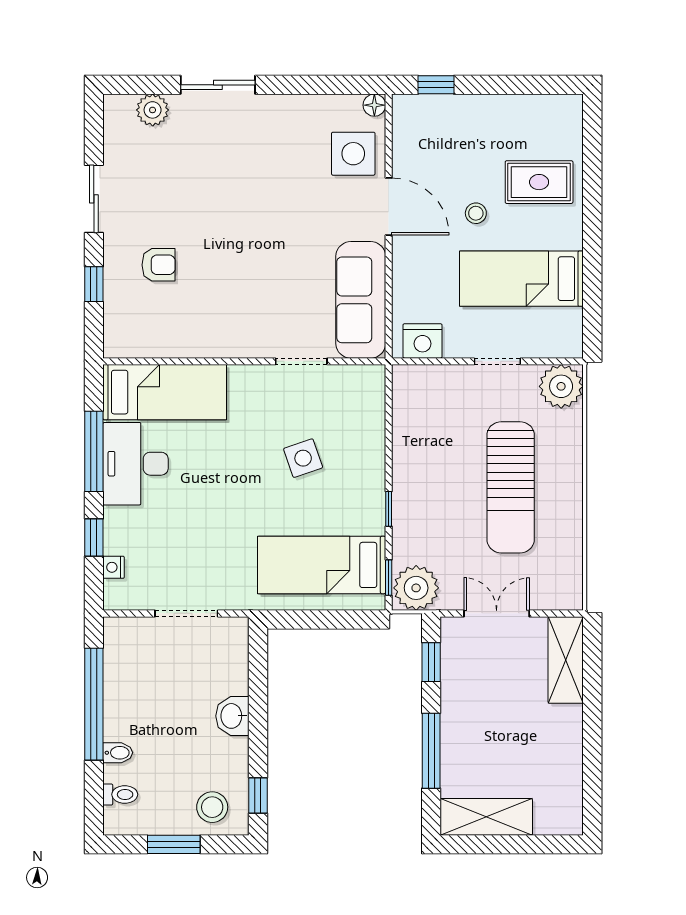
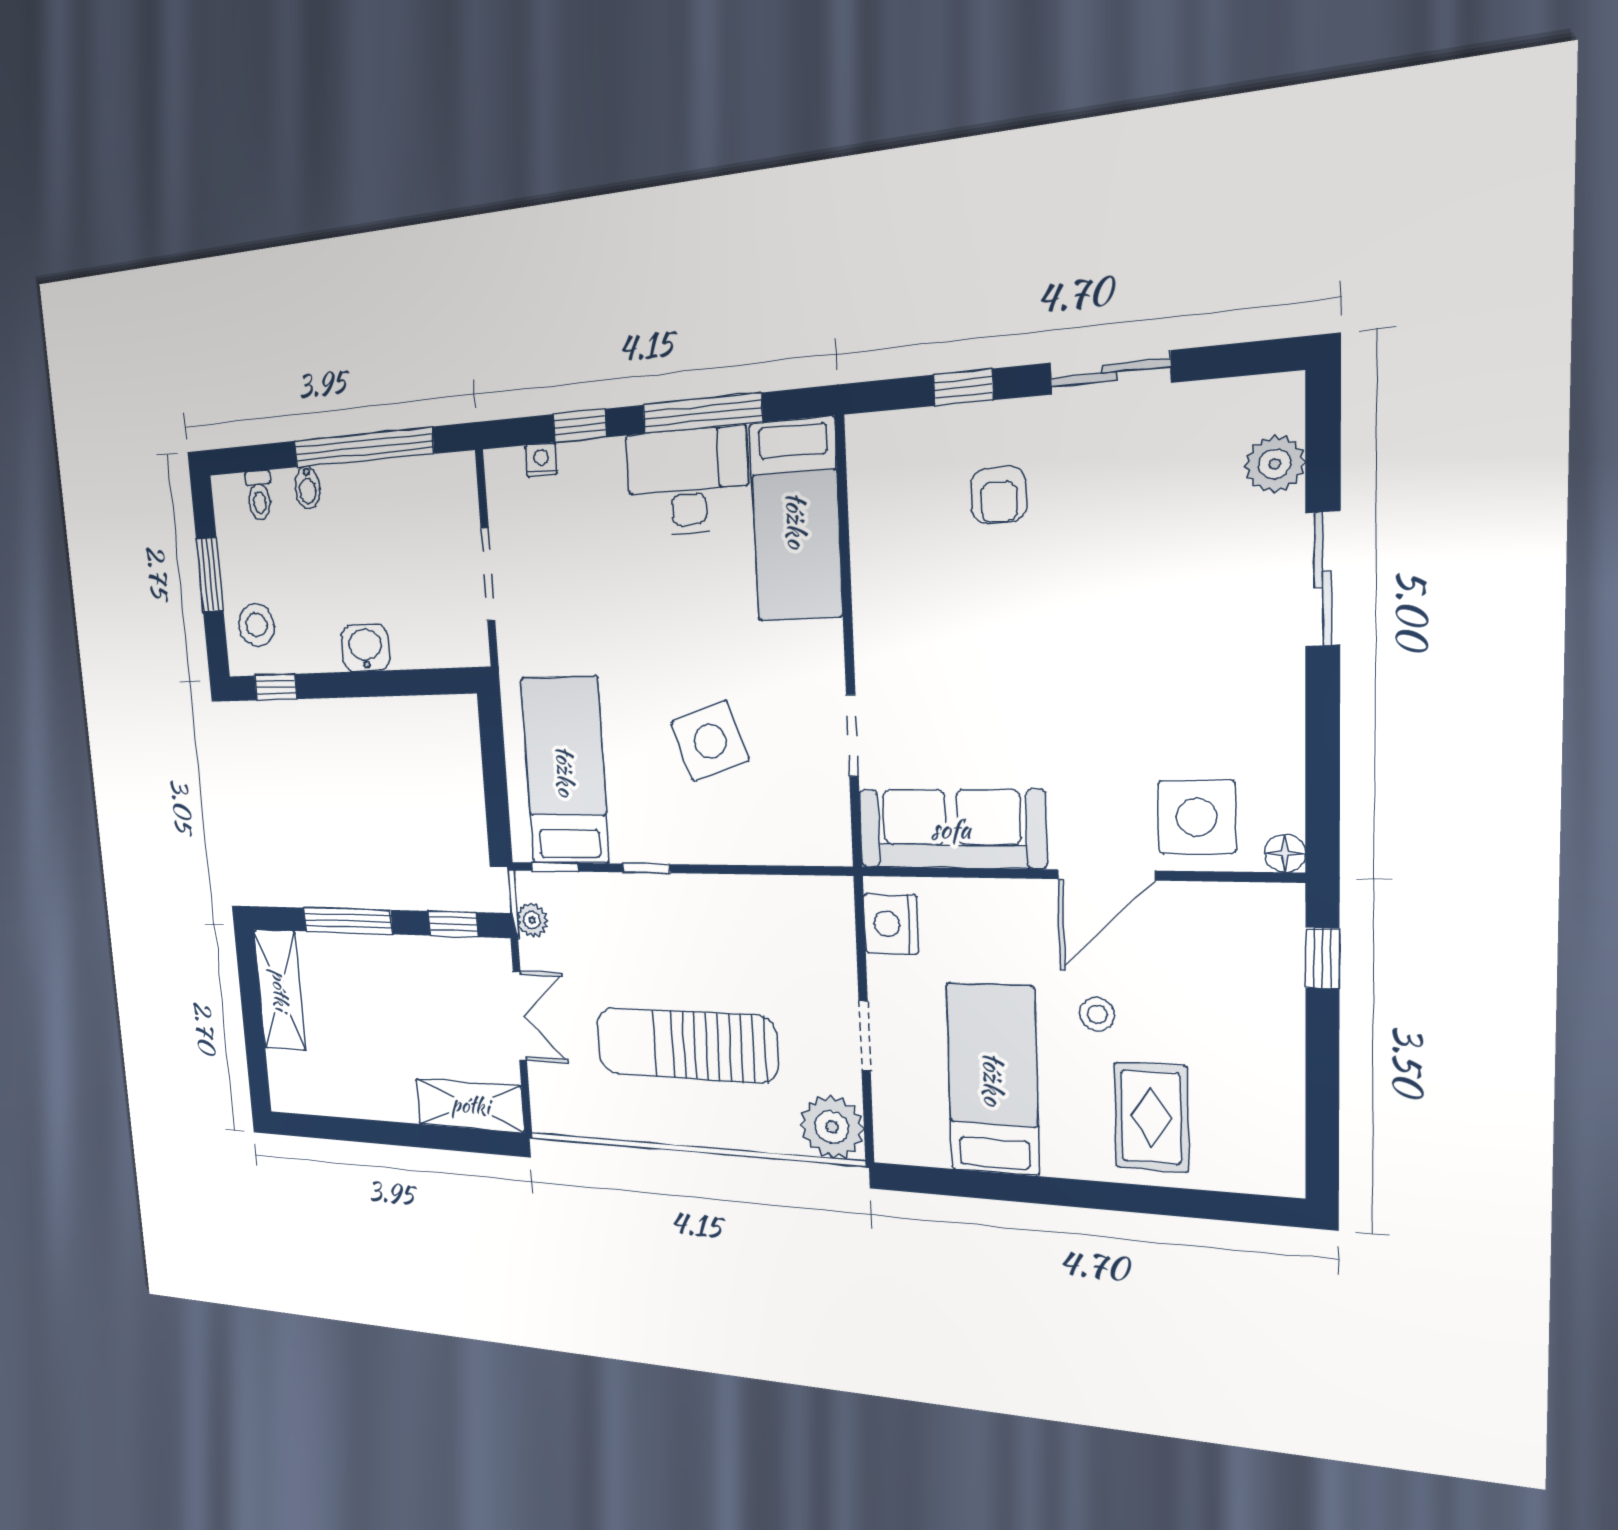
side table: (303, 458) -> (710, 741), width x1.37, depth x1.37
plant: (416, 588) -> (532, 920), width x0.53, depth x0.53

